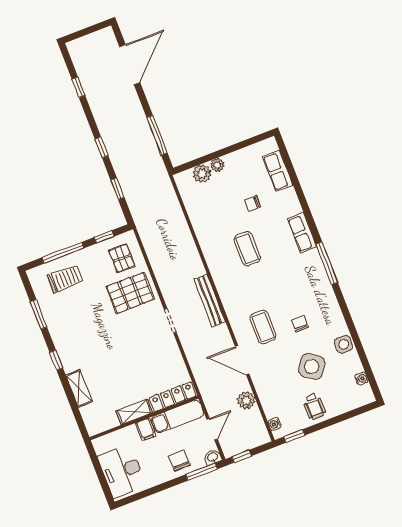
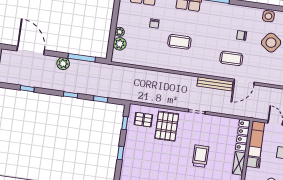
window: (63, 253) -> (120, 153), width x0.46
trolley: (65, 279) -> (200, 156), moved
bench: (210, 301) -> (215, 84), moved
plant: (246, 400) -> (63, 64), moved

